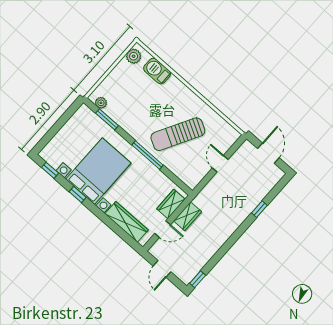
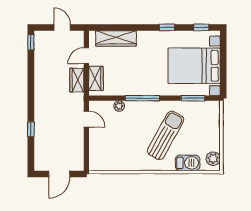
plant: (101, 103) -> (119, 106), moved
sun lounger: (178, 134) -> (166, 135), moved
door: (268, 153) -> (59, 174), hinge flipped
door: (220, 164) -> (86, 119), moved
bed with nightstands: (98, 171) -> (194, 66), moved, turned 90

